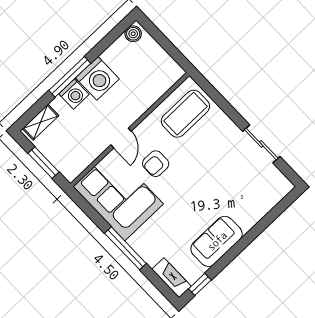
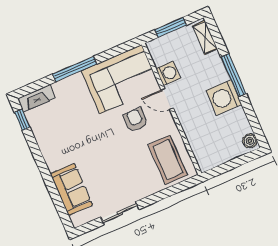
washing machine: (74, 94) -> (168, 73), moved, turned 180
sofa: (217, 241) -> (71, 189), moved

